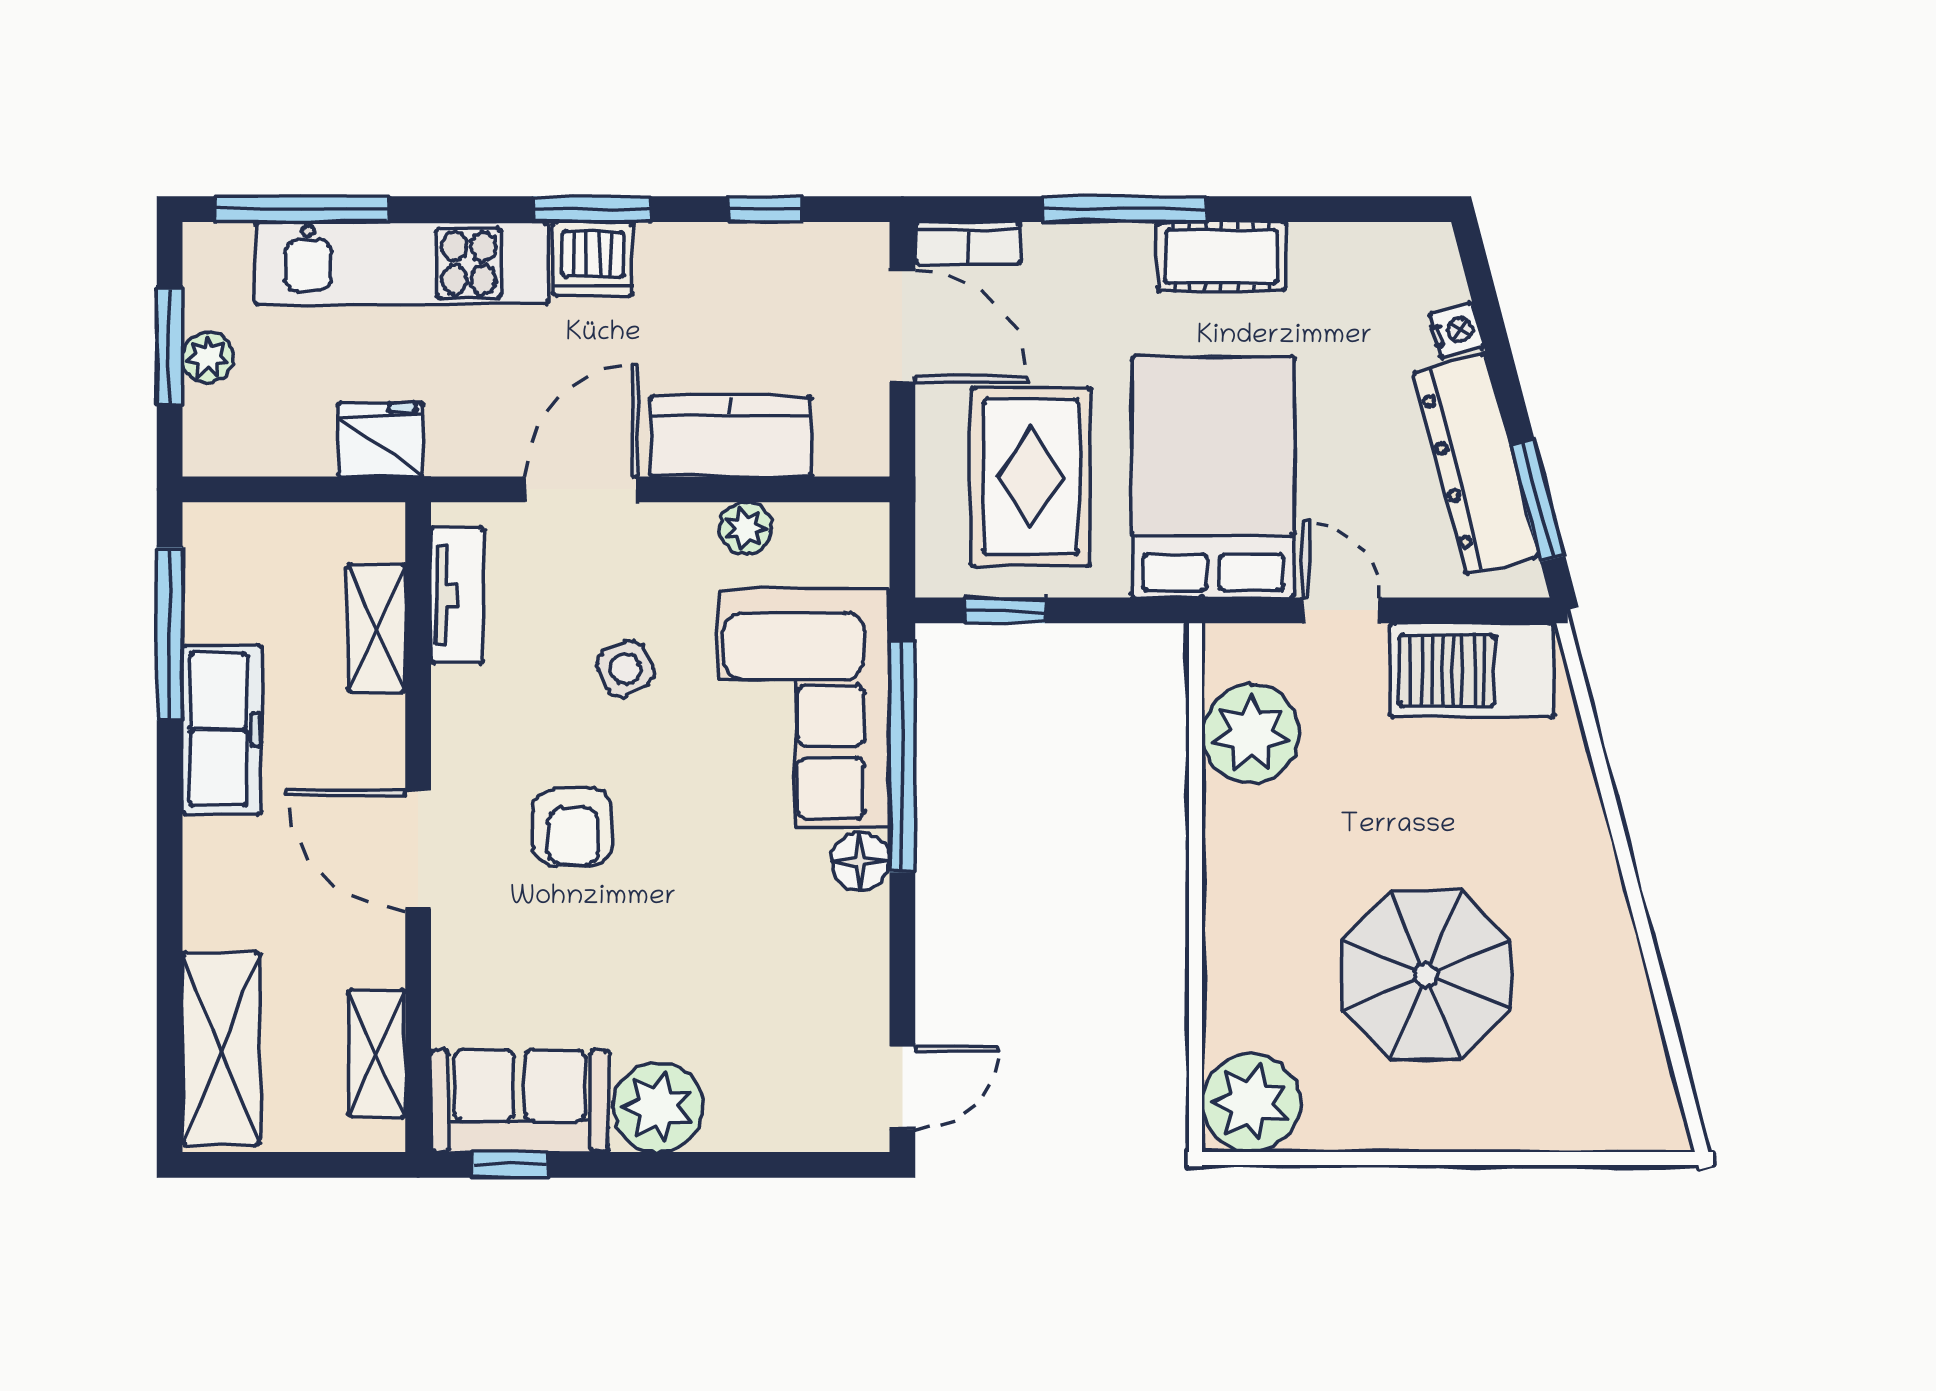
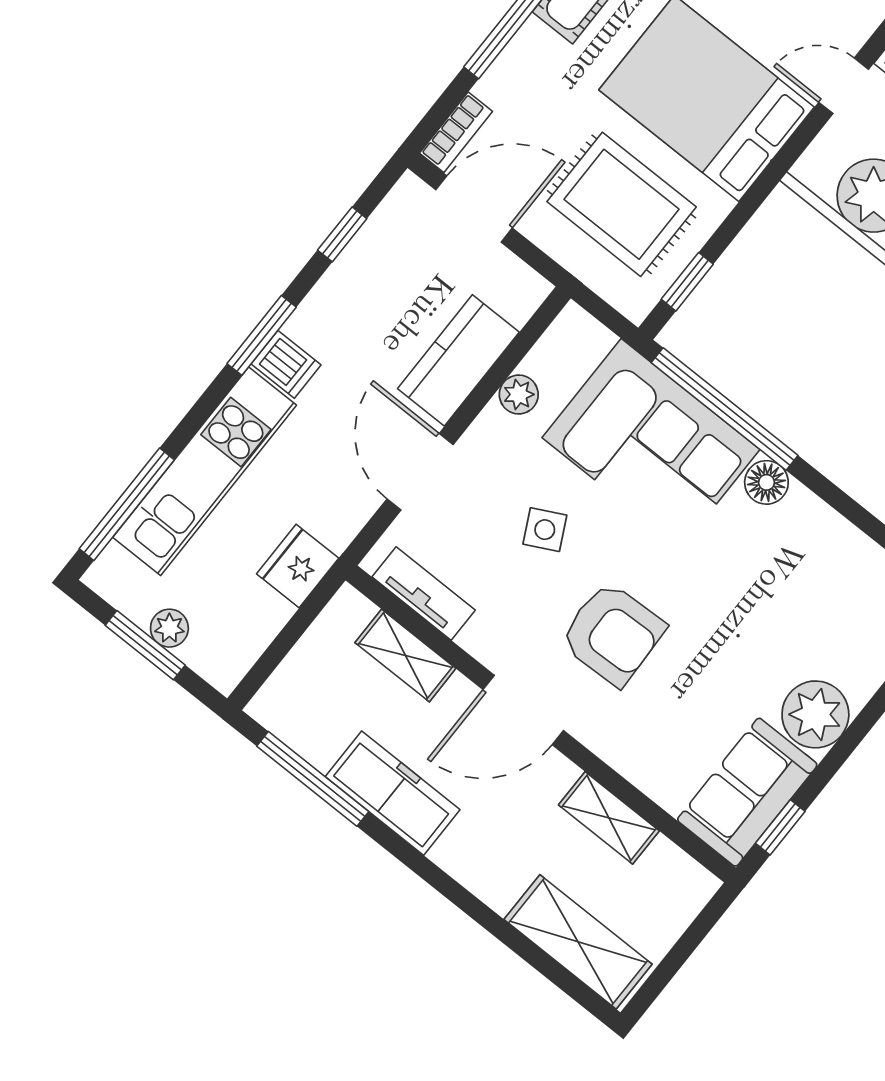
dishwasher: (593, 259) -> (286, 364), width x0.73
armchair: (573, 827) -> (613, 634), width x1.38, depth x1.38
door: (418, 849) -> (523, 710), moved
shelving: (377, 1053) -> (609, 818), moved

